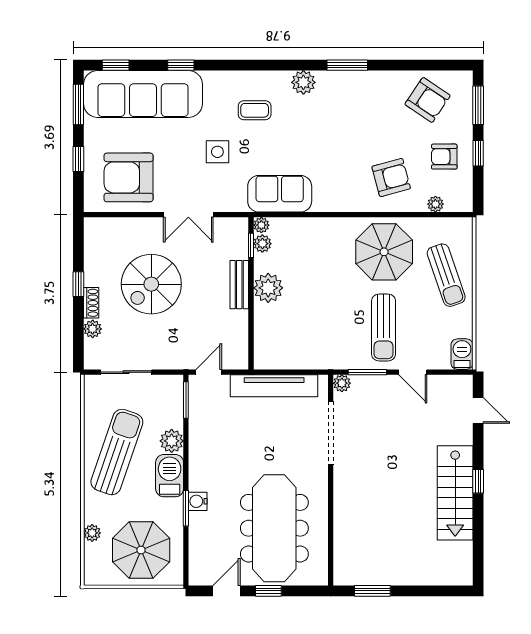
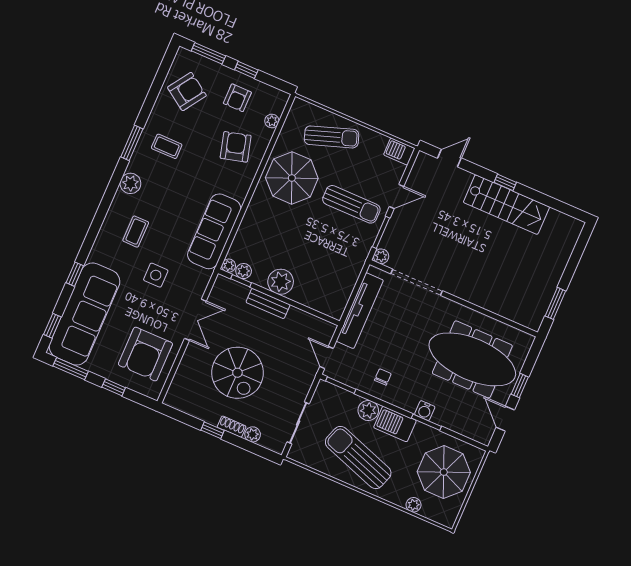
coffee table: (360, 104) -> (167, 146), added
sofa: (280, 194) -> (214, 231), width x1.36
chair: (214, 441) -> (383, 377), added

